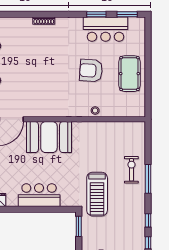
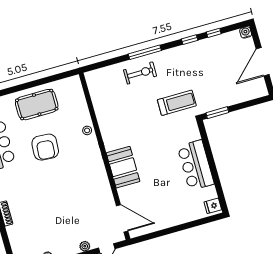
booth: (49, 137) -> (123, 167), width x0.73, depth x0.70
exercise bike: (131, 170) -> (140, 73), turned 180
treadmill: (97, 194) -> (177, 103), width x0.73, depth x0.73

